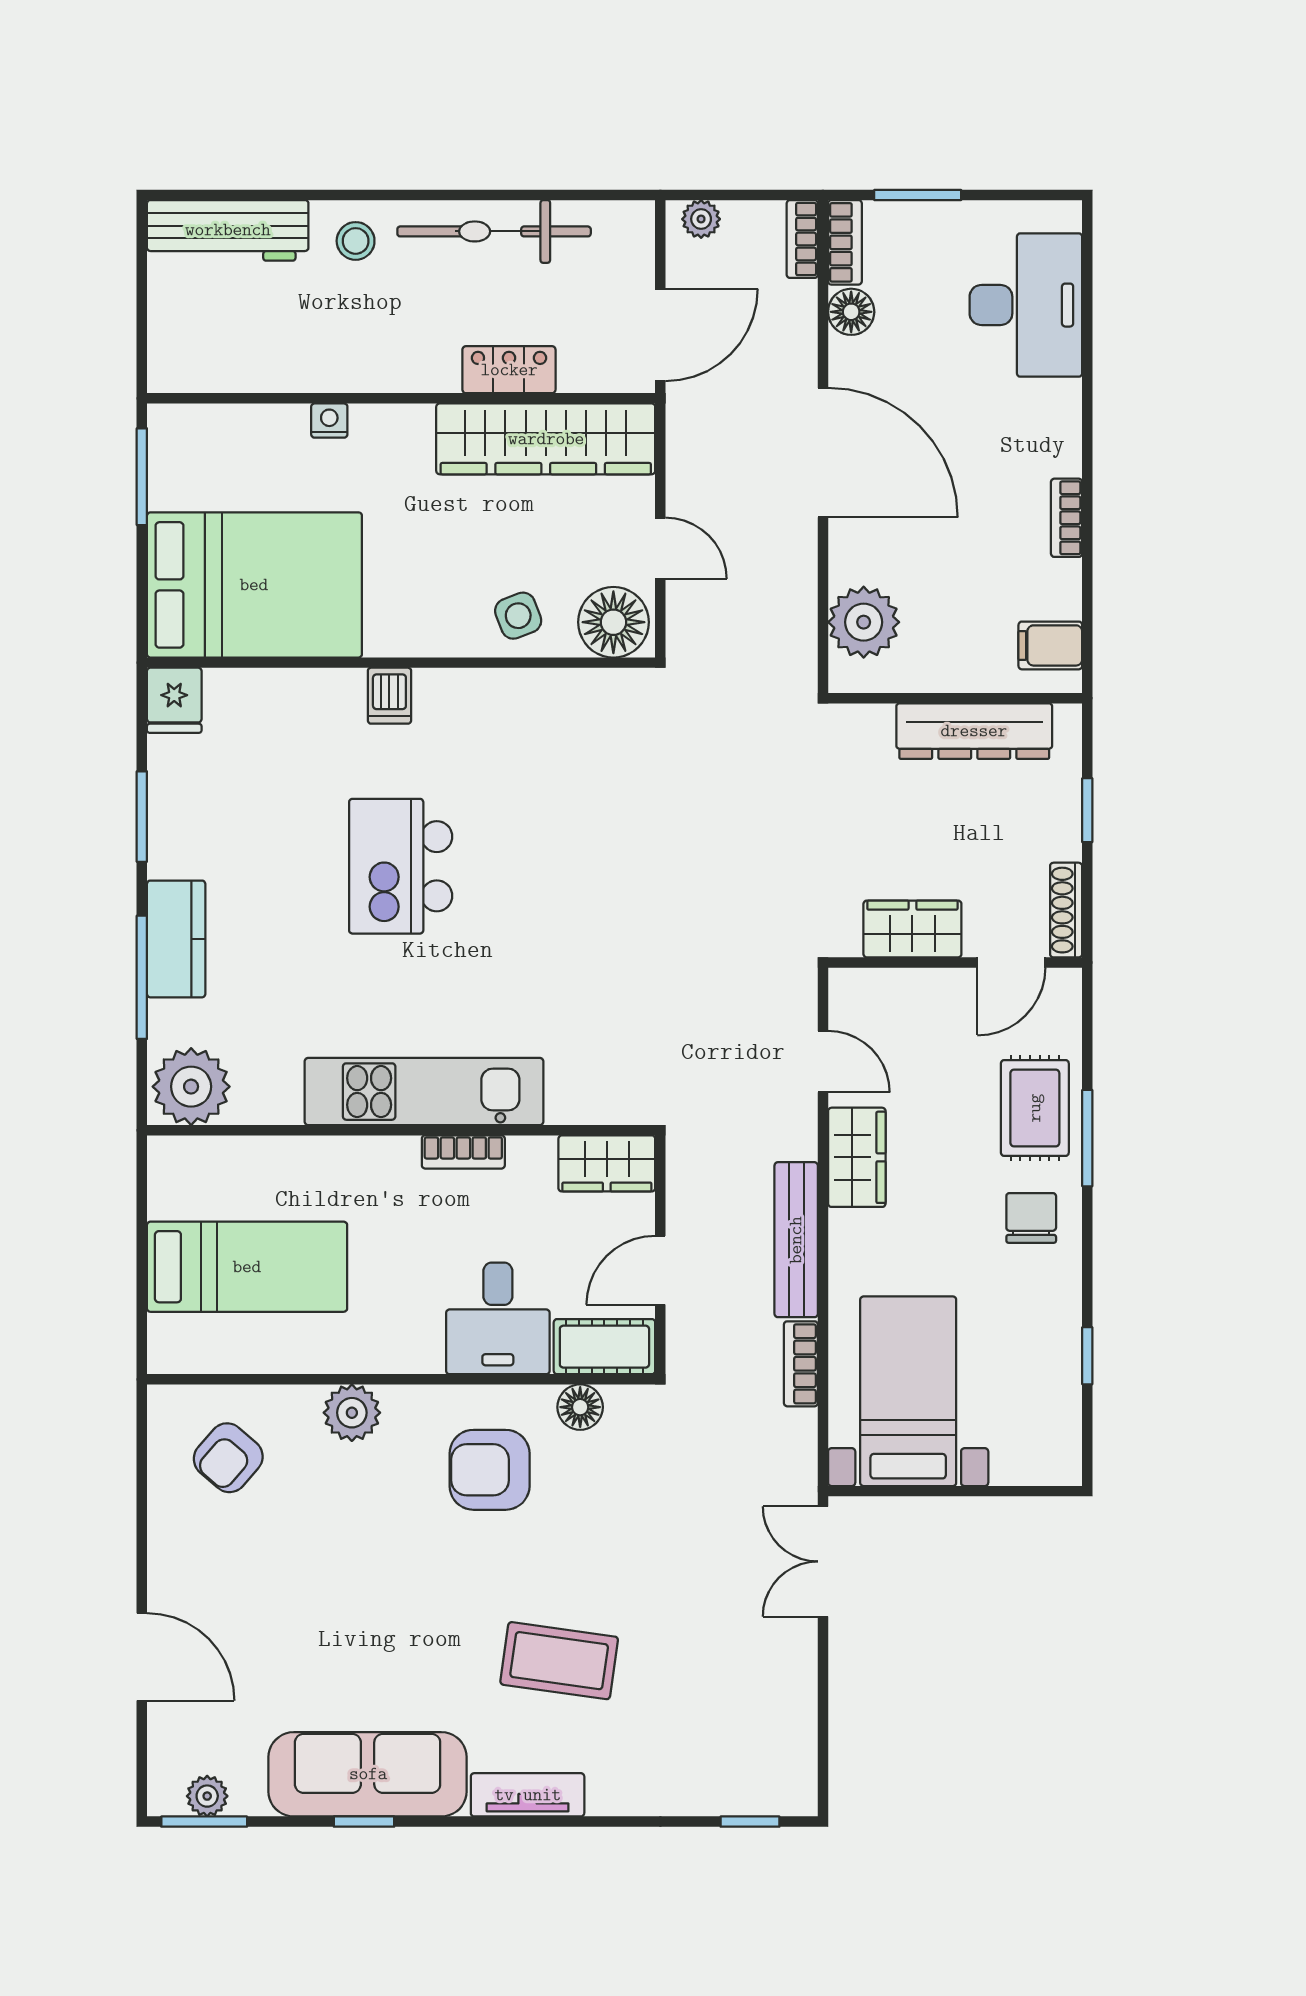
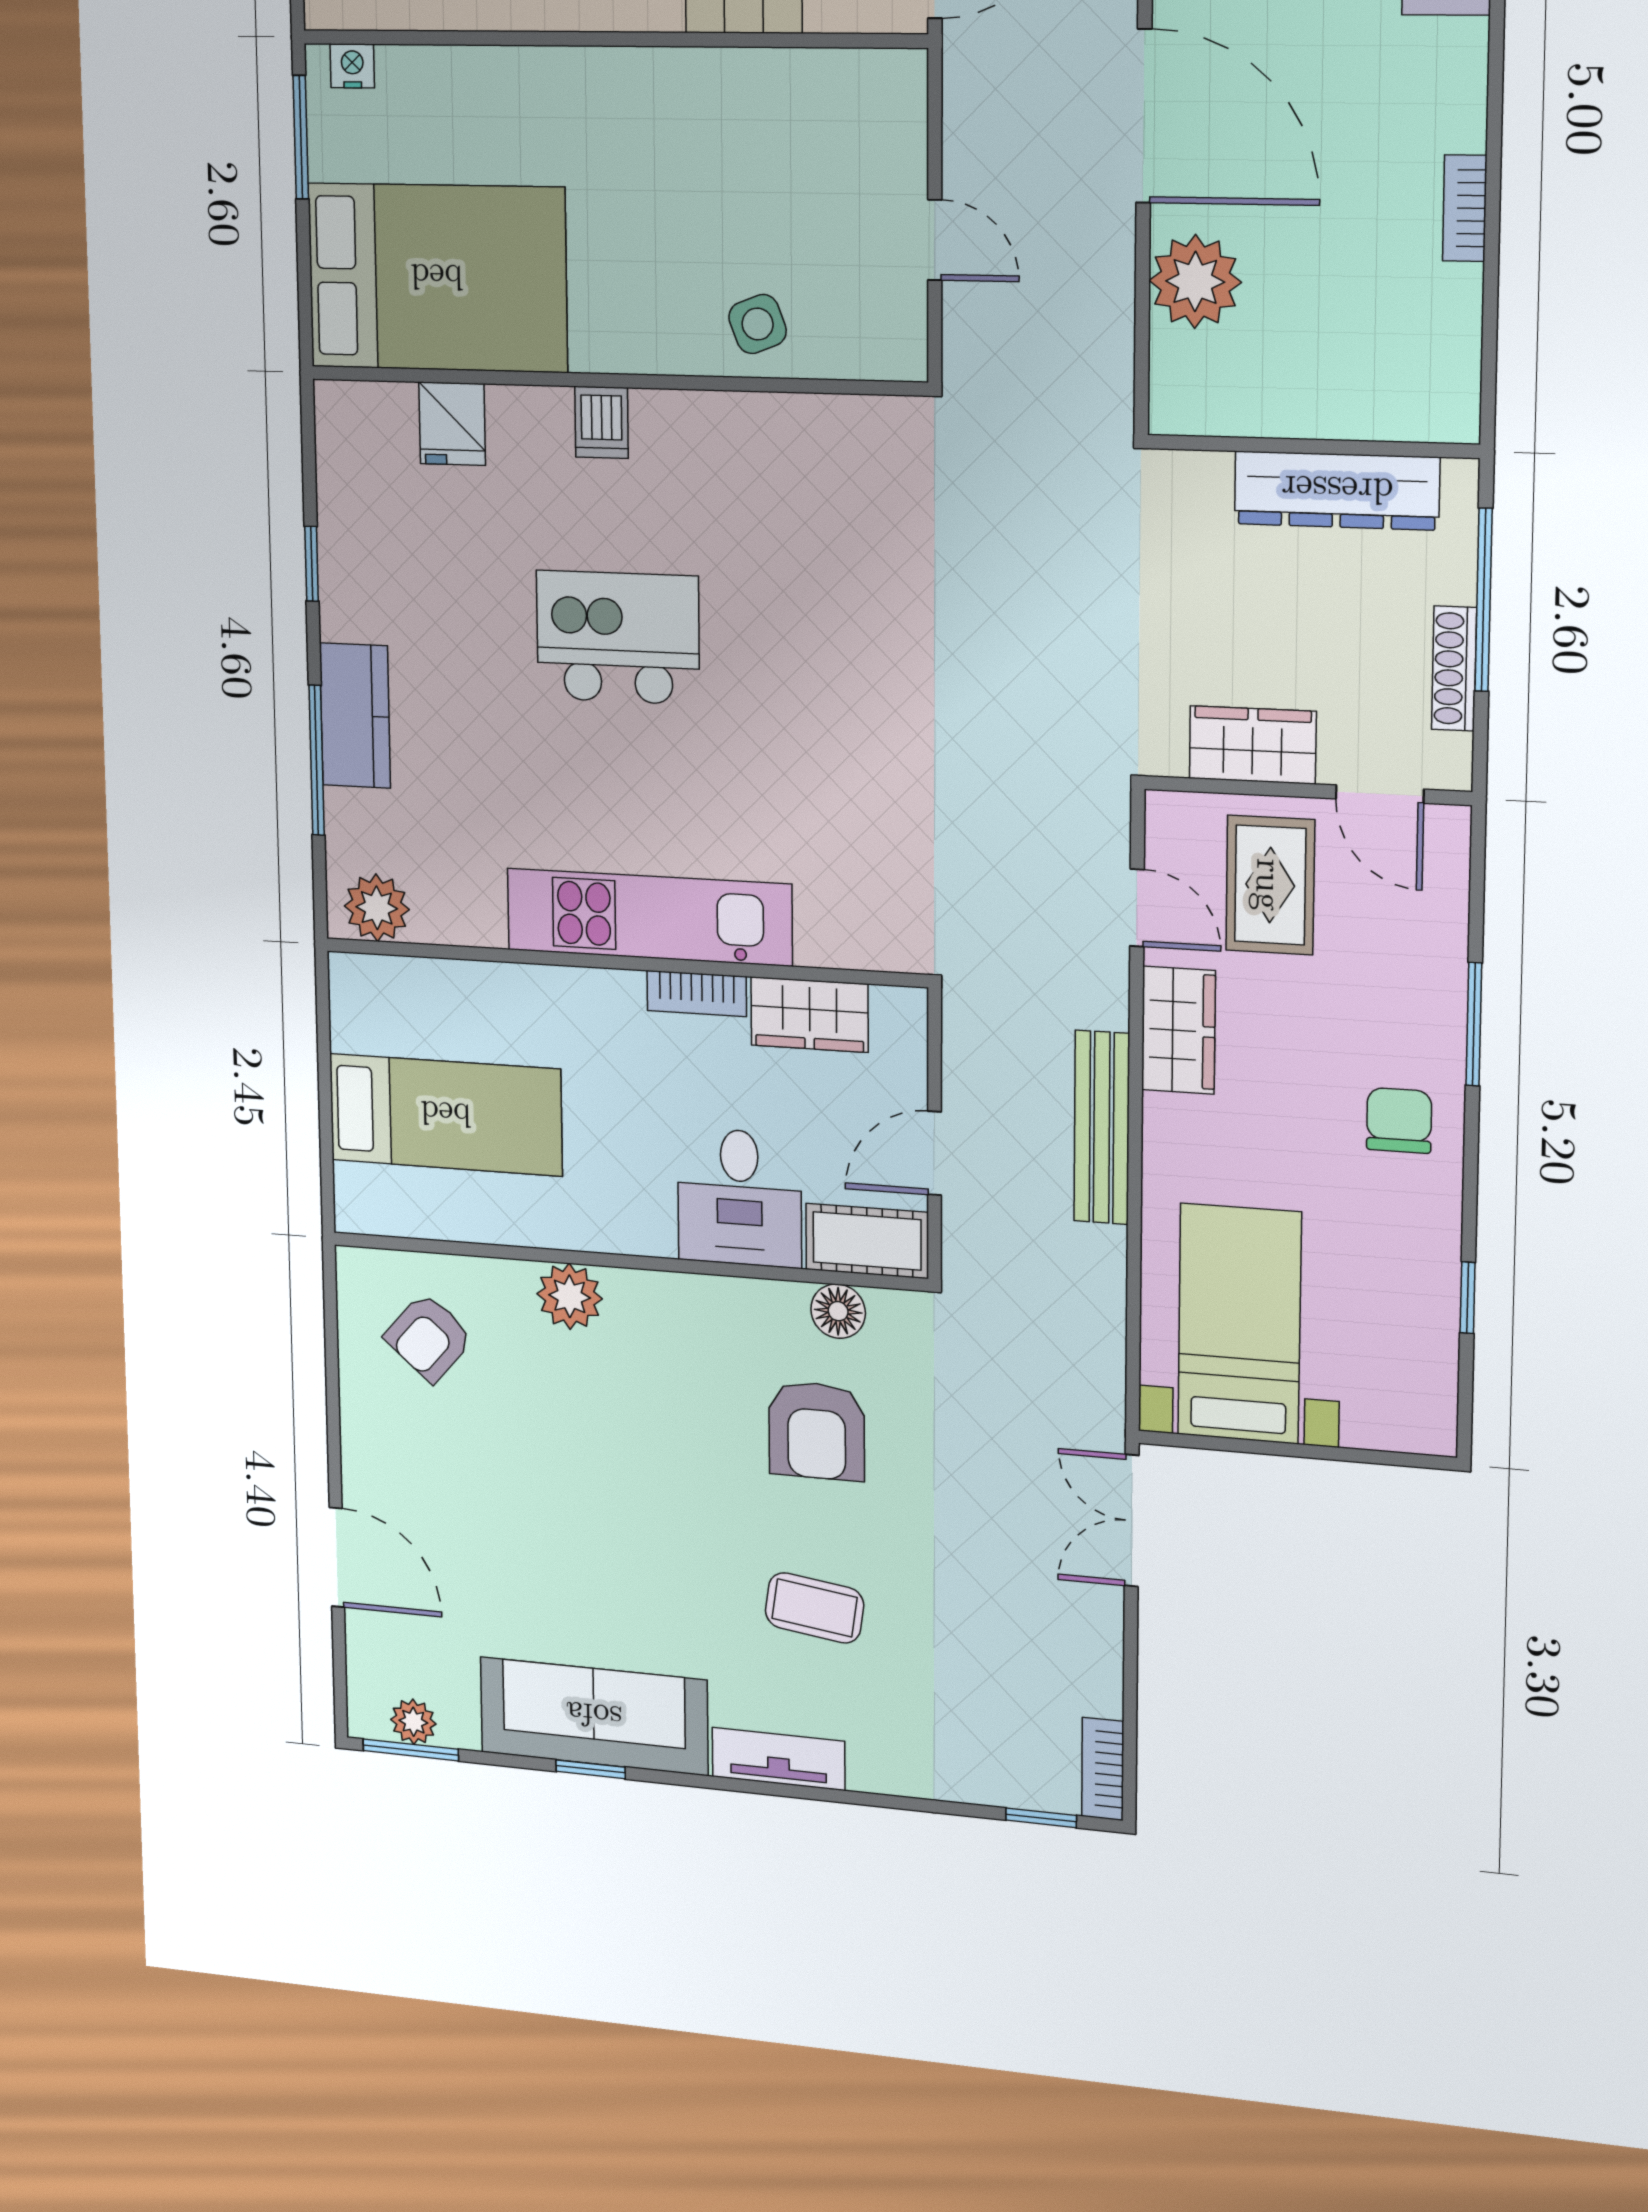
nightstand: (329, 421) -> (352, 66), moved
wardrobe: (546, 439) -> (790, 94), removed
floor lamp: (613, 622) -> (876, 335), removed
plant: (864, 622) -> (1195, 281), moved
filing cabinet: (1050, 645) -> (1439, 380), removed
fridge: (174, 700) -> (452, 424), moved
window: (1087, 810) -> (1484, 600), width x2.17
window: (142, 817) -> (312, 564), width x0.67
kitchen island: (401, 866) -> (618, 637), turned 90
shoe rack: (1066, 910) -> (1454, 669), moved
door: (1011, 963) -> (1380, 794), hinge flipped
plant: (191, 1087) -> (377, 908), width x0.73, depth x0.73
rug: (1035, 1108) -> (1270, 885), moved
wardrobe: (607, 1163) -> (809, 1015), moved
bookcase: (801, 1364) -> (1103, 1769), moved
armchair: (490, 1470) -> (817, 1431), moved, turned -90
coffee table: (559, 1661) -> (814, 1608), width x0.73, depth x0.77

